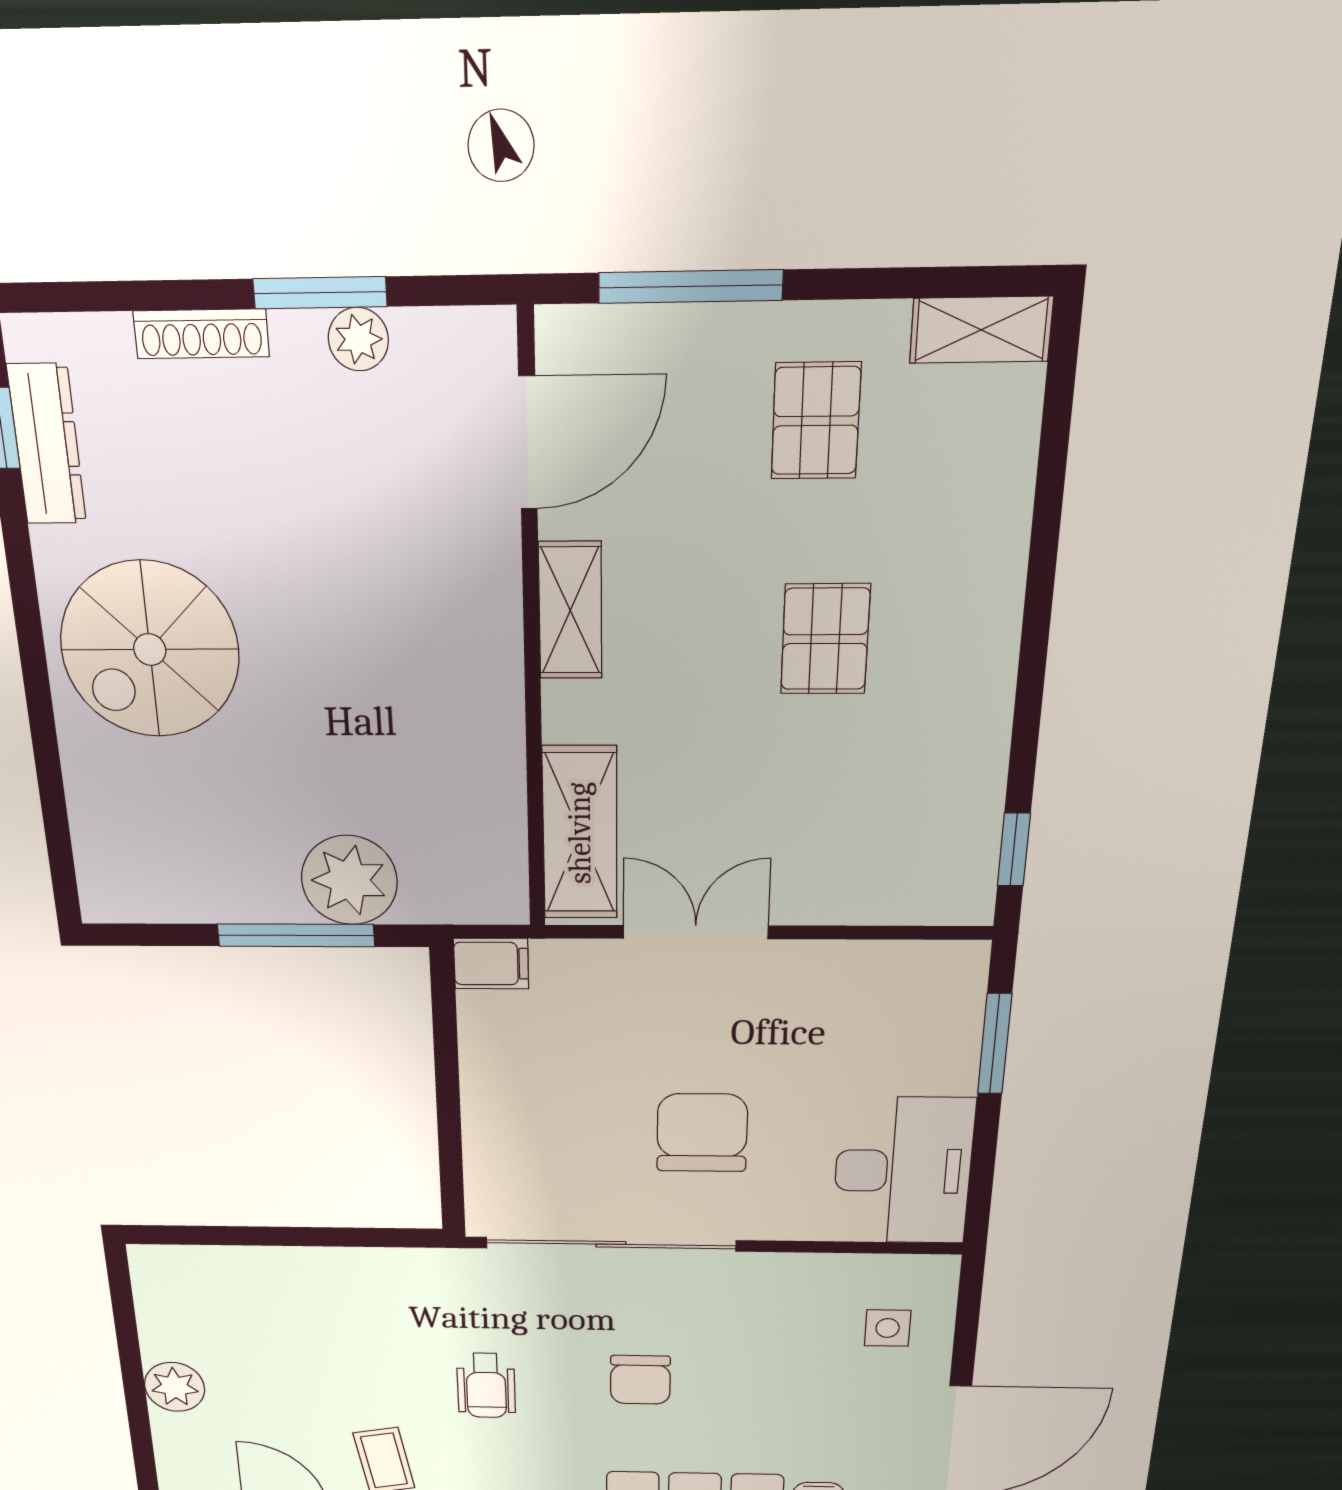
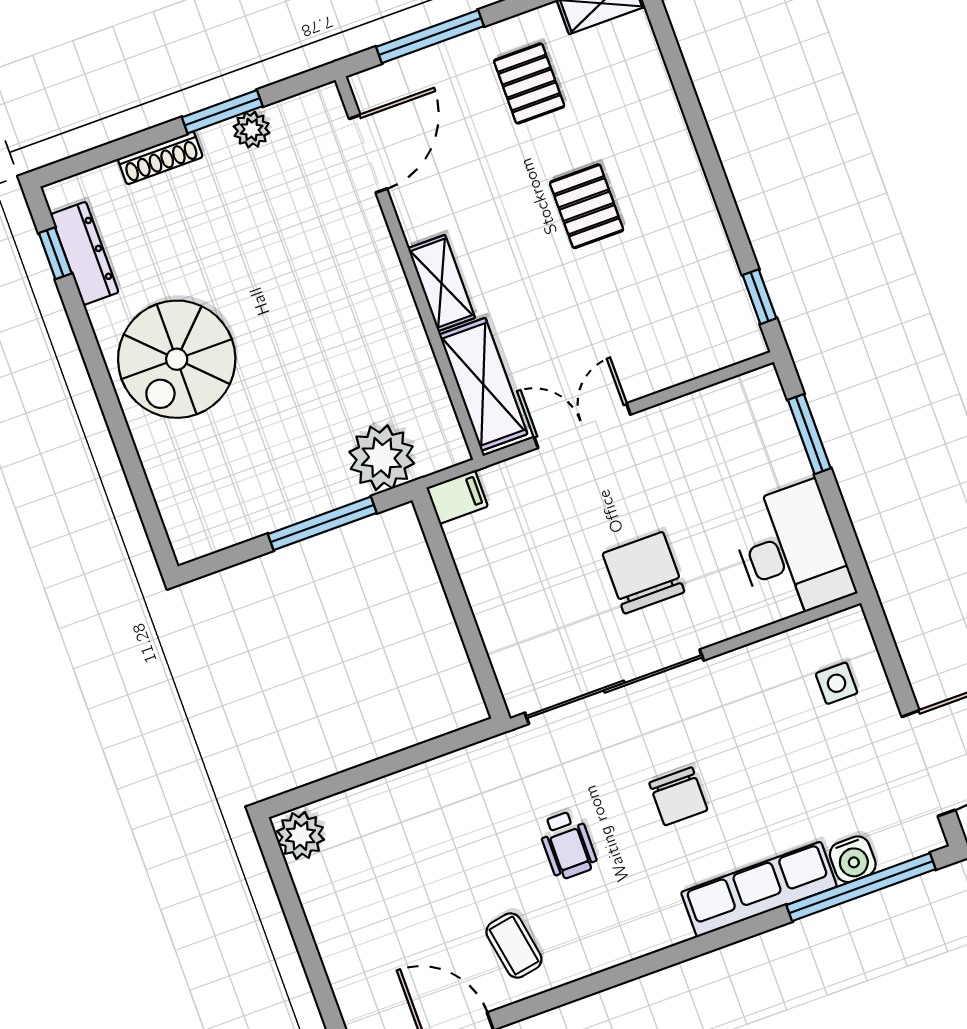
shelving: (570, 611) -> (441, 283), moved
plant: (349, 880) -> (382, 458), moved
plant: (175, 1387) -> (301, 836), moved

